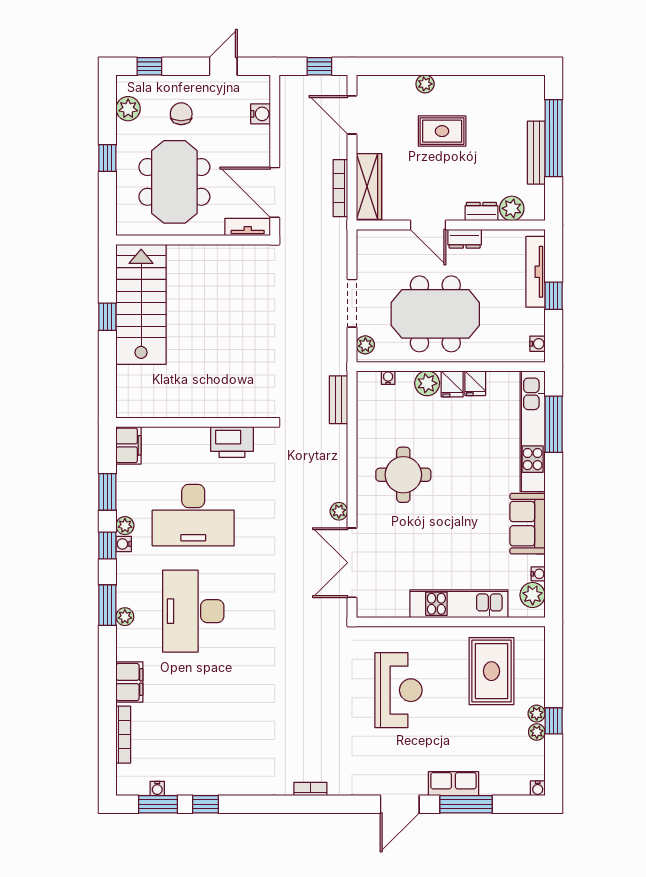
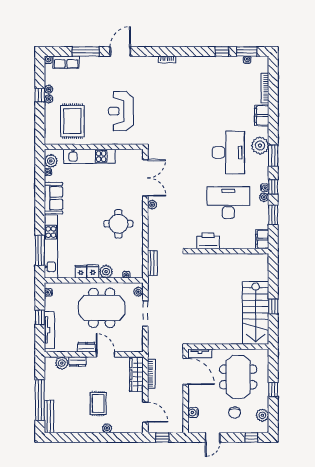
rug: (442, 131) -> (98, 404), turned 90
bench: (536, 153) -> (49, 417), moved
plant: (125, 617) -> (260, 146), width x1.88, depth x1.88
row of seats: (453, 784) -> (66, 62), moved

